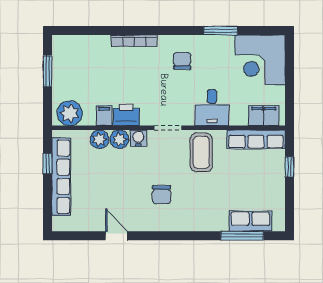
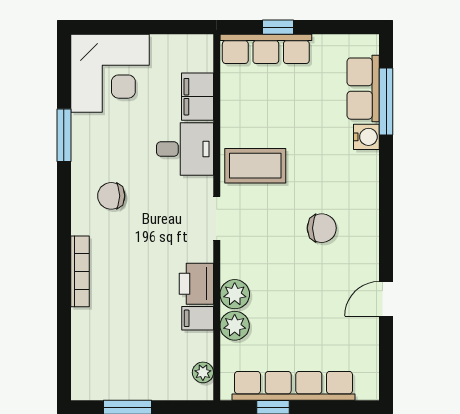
plant: (70, 113) -> (203, 372), width x0.53, depth x0.53
filing cabinet: (264, 116) -> (198, 97), moved
water cooler: (138, 138) -> (366, 137), moved, turned 180
row of seats: (256, 139) -> (266, 49), moved, turned 90

